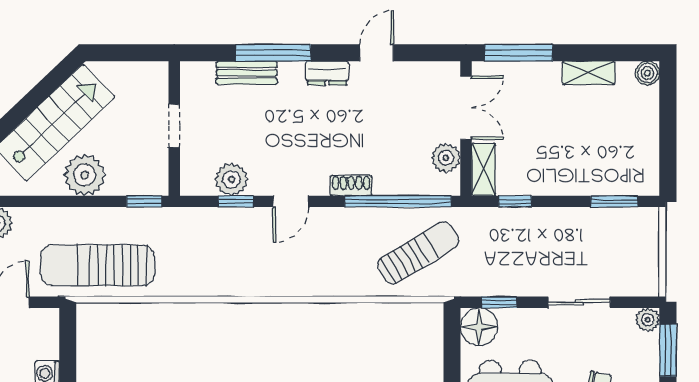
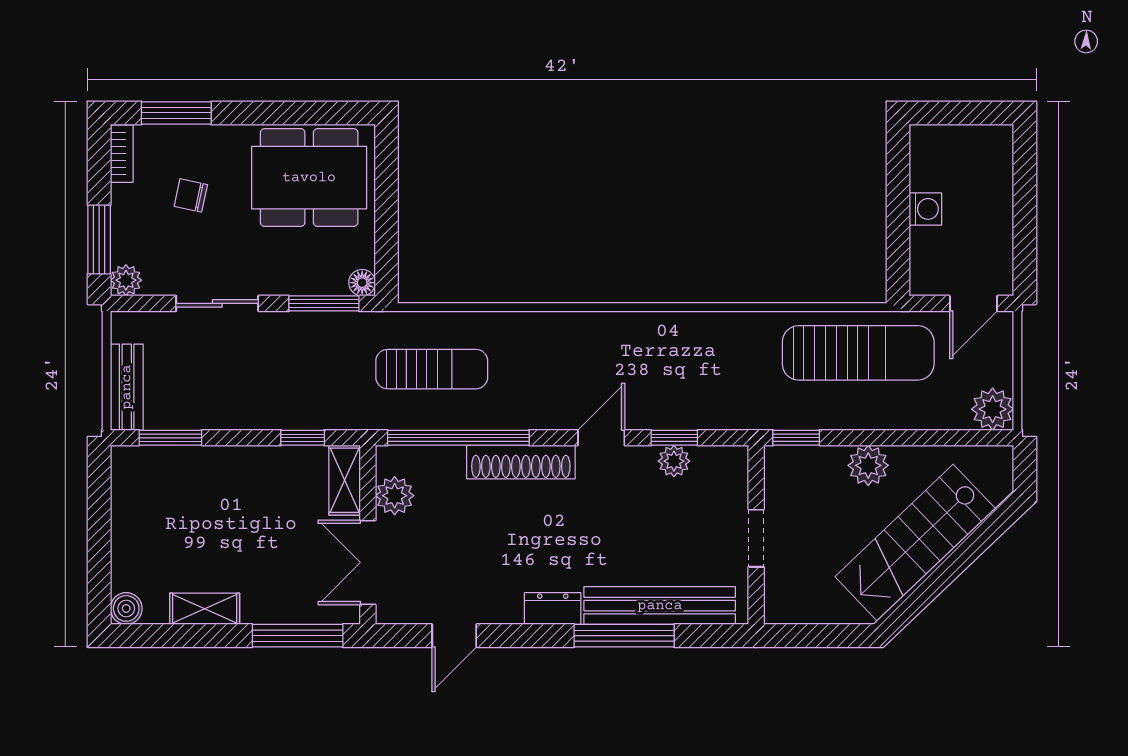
door: (376, 53) -> (454, 636), moved
bench: (247, 73) -> (660, 606), width x1.86, depth x1.21
plant: (85, 175) -> (868, 465), width x0.73, depth x0.73
plant: (232, 179) -> (674, 461), width x0.73, depth x0.73
shoe rack: (351, 186) -> (521, 462), width x1.94, depth x1.24
bench: (647, 239) -> (127, 387), added
sun lounger: (418, 253) -> (432, 369), turned -149
window: (499, 302) -> (324, 303), width x1.50
floor lamp: (479, 327) -> (362, 283), width x0.53, depth x0.53

